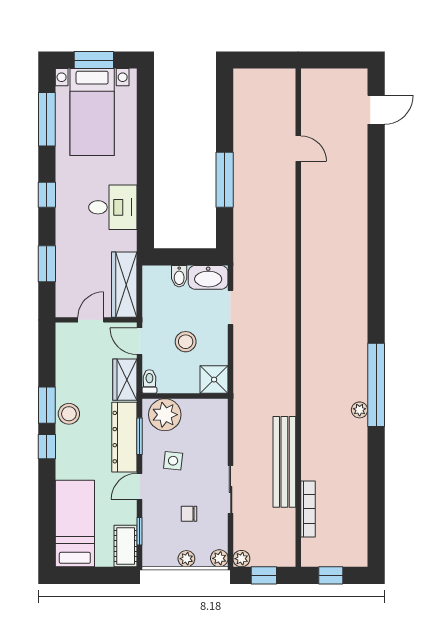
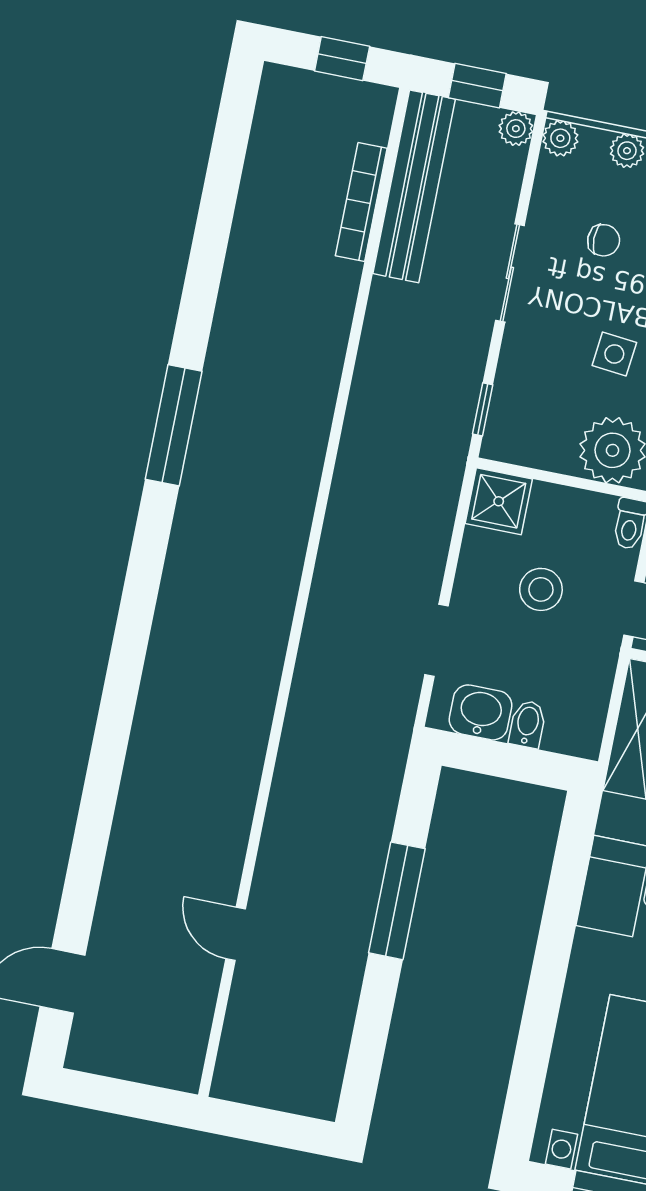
washbasin: (208, 277) -> (481, 712), width x0.72
window: (376, 385) -> (174, 425), width x0.68
plant: (360, 410) -> (217, 381), removed
window: (231, 422) -> (483, 409), added
bench: (284, 462) -> (414, 186), moved

